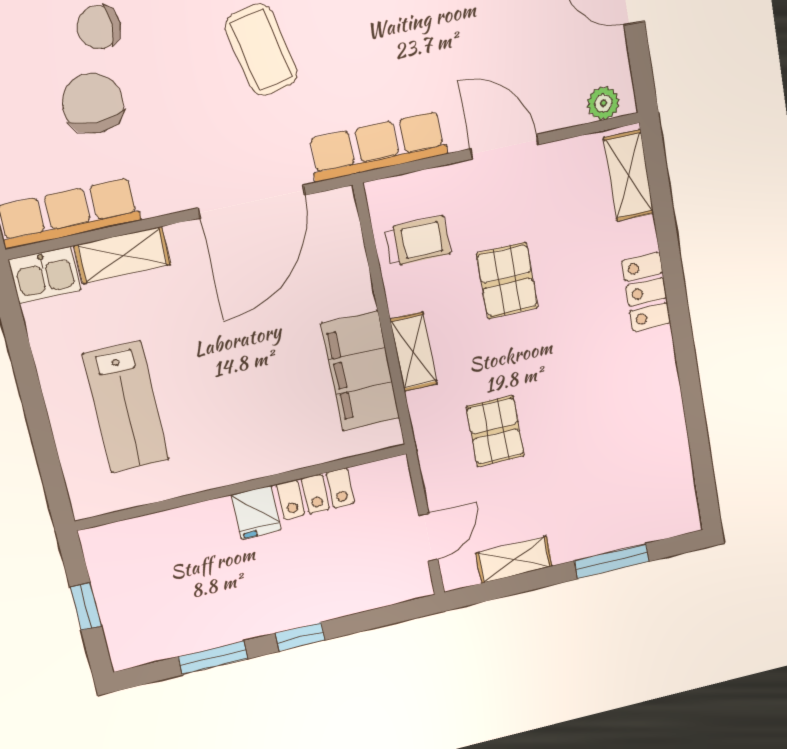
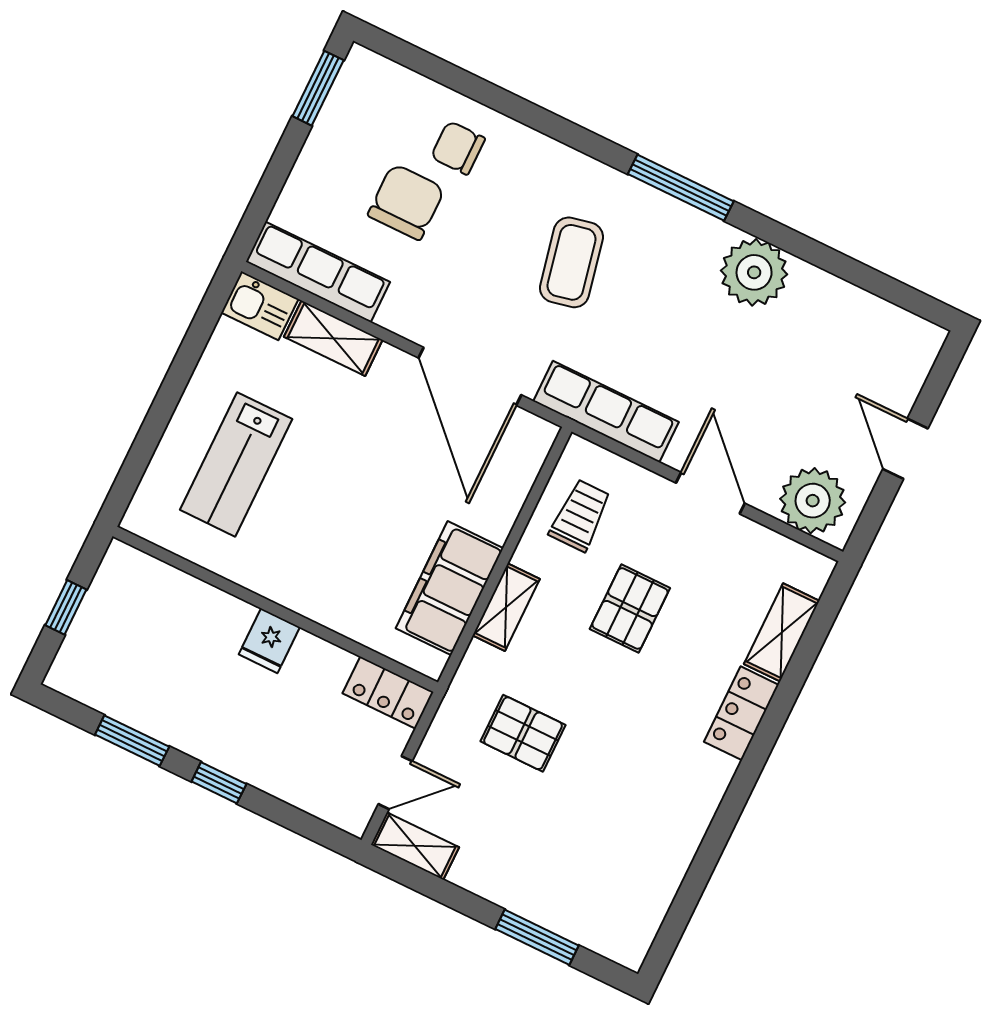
plant: (603, 103) -> (813, 501), width x1.87, depth x1.87
shelving: (629, 176) -> (782, 632), moved
door: (252, 202) -> (470, 376), hinge flipped
trolley: (418, 241) -> (580, 515), turned -90
pallet: (495, 431) -> (523, 733), turned 90
locker: (315, 494) -> (388, 693), moved
shelving: (514, 560) -> (415, 846), moved

